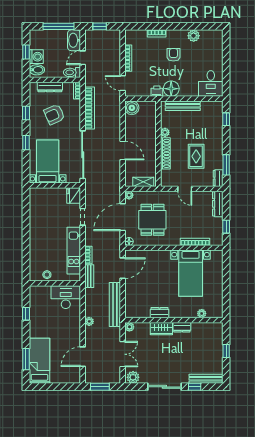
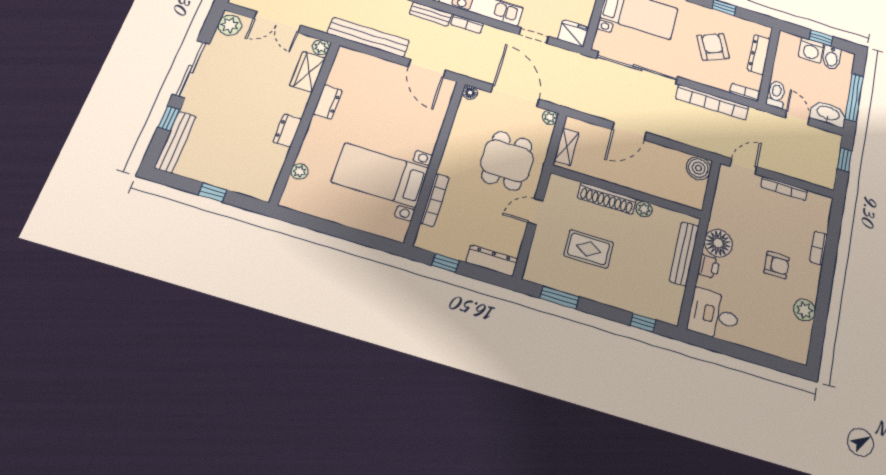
bidet: (37, 70) -> (832, 58), moved
printer: (157, 91) -> (709, 266), moved
dresser: (218, 178) -> (539, 276), removed
dining table: (152, 220) -> (507, 161), moved, turned 90
wardrobe: (161, 329) -> (308, 72), moved

